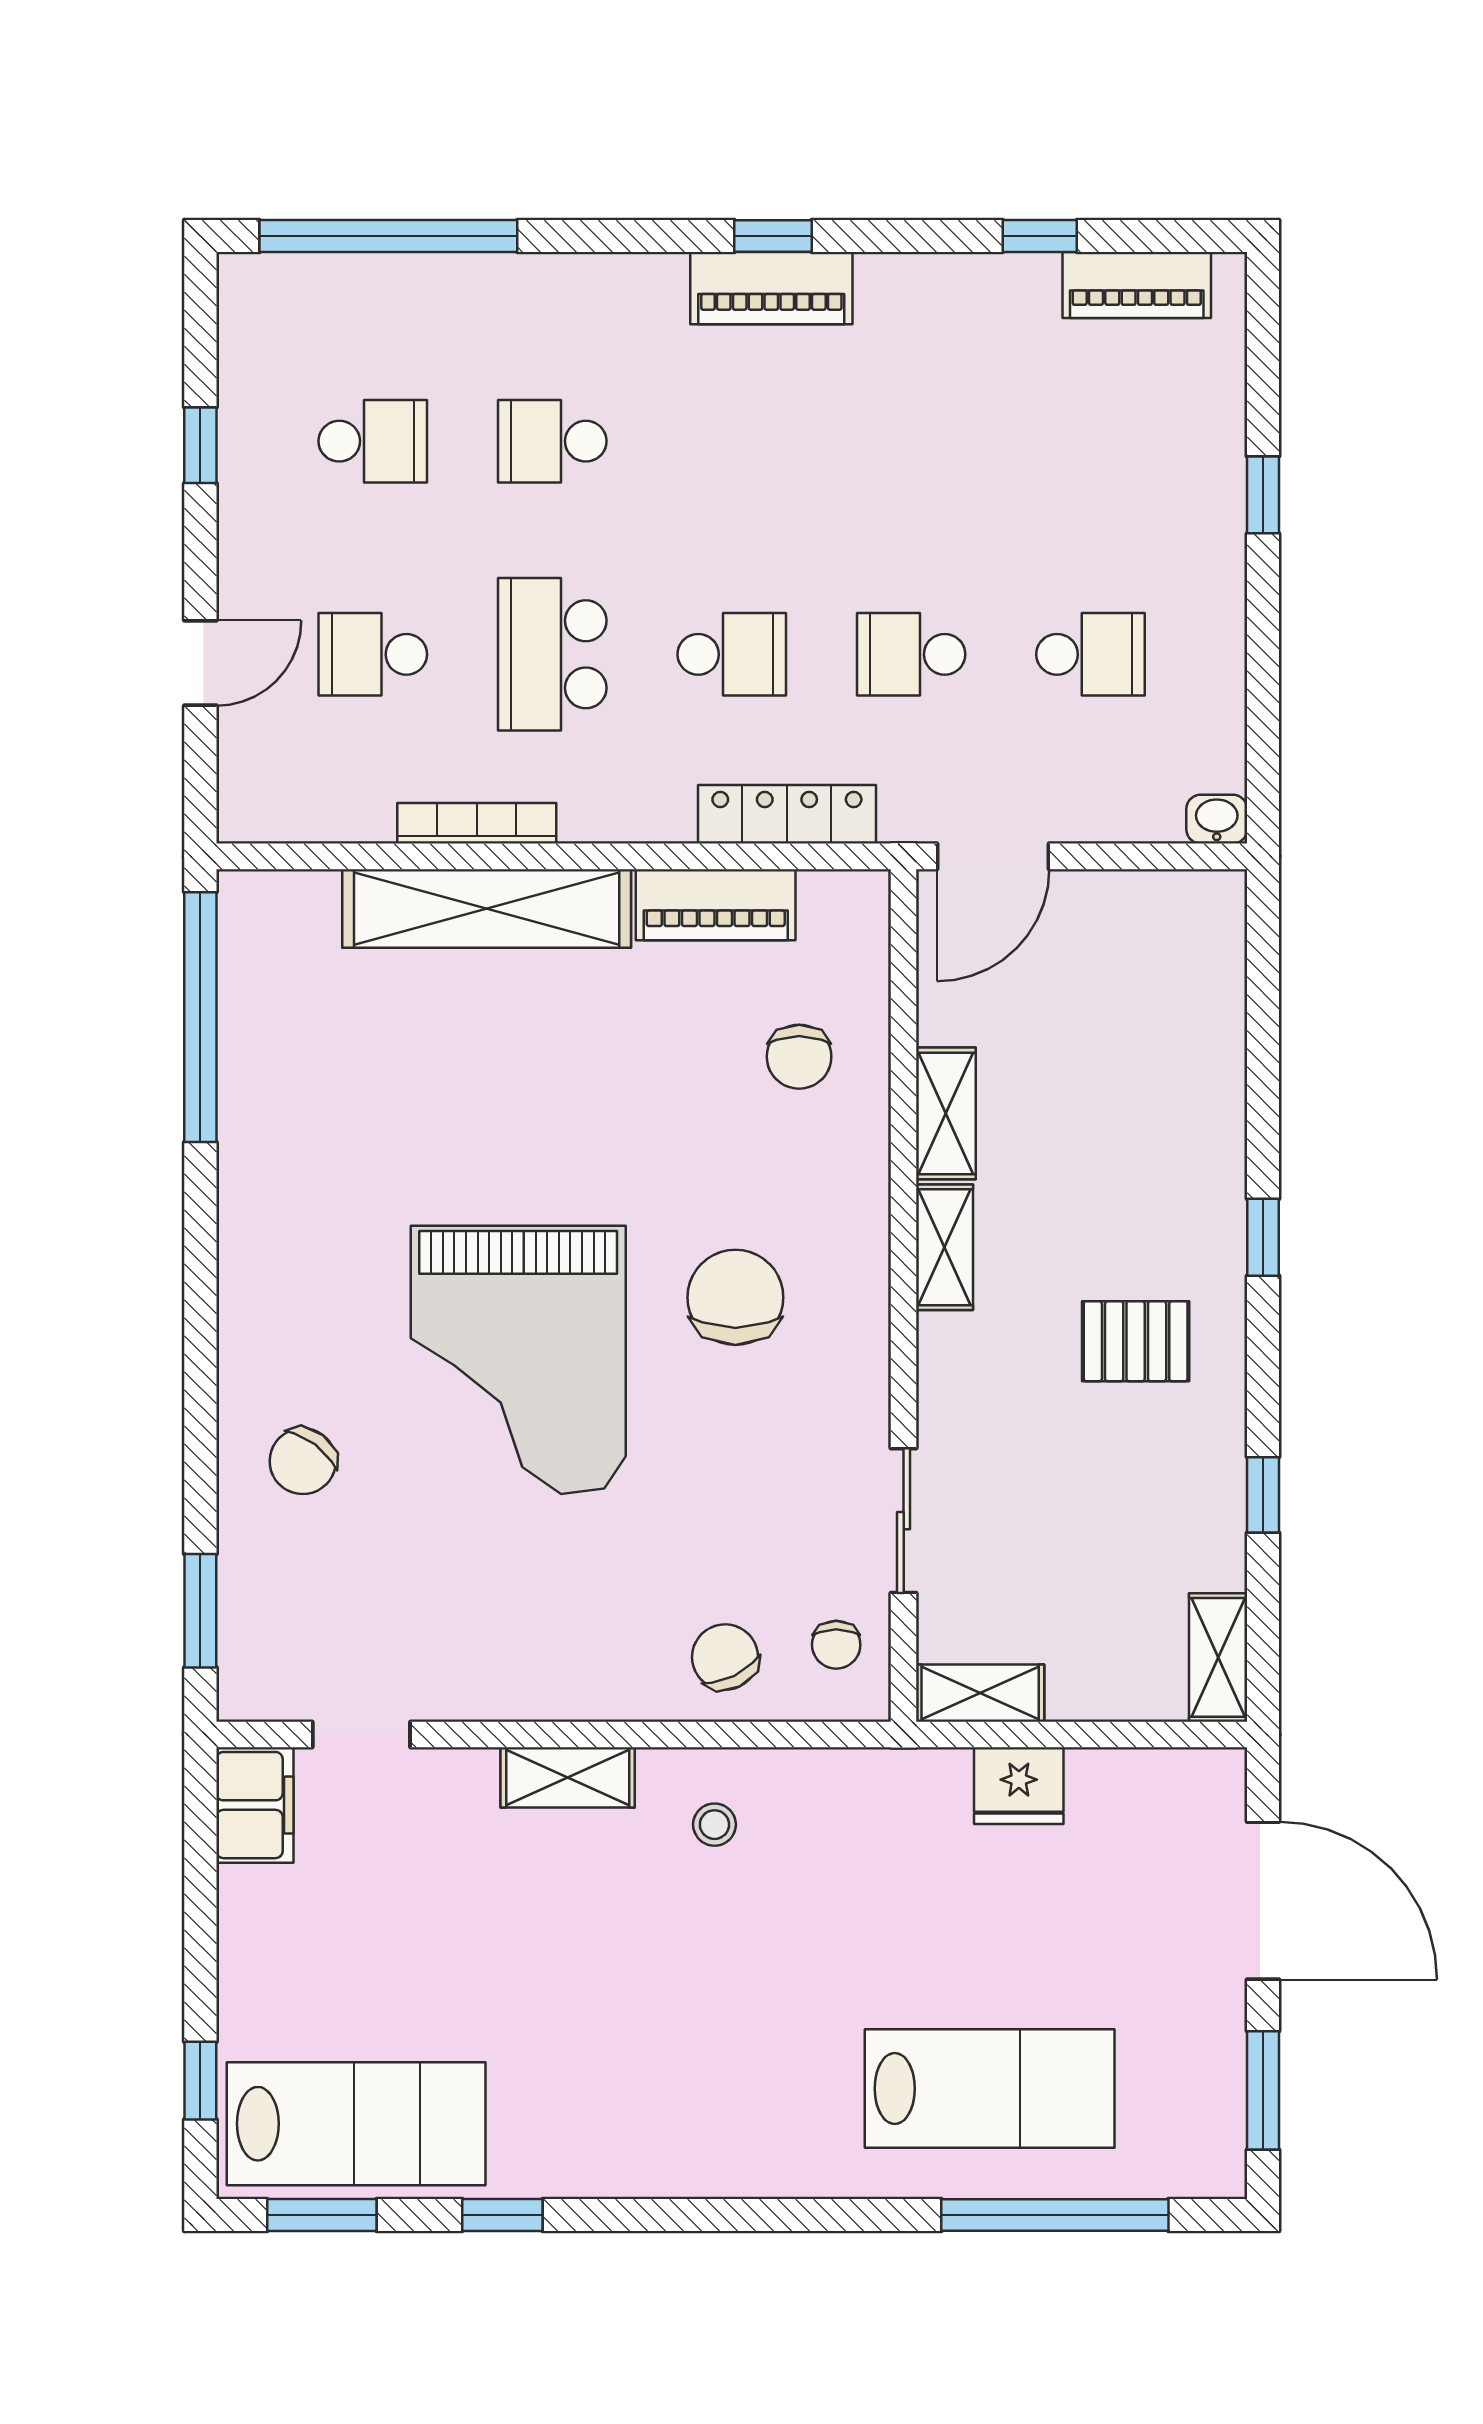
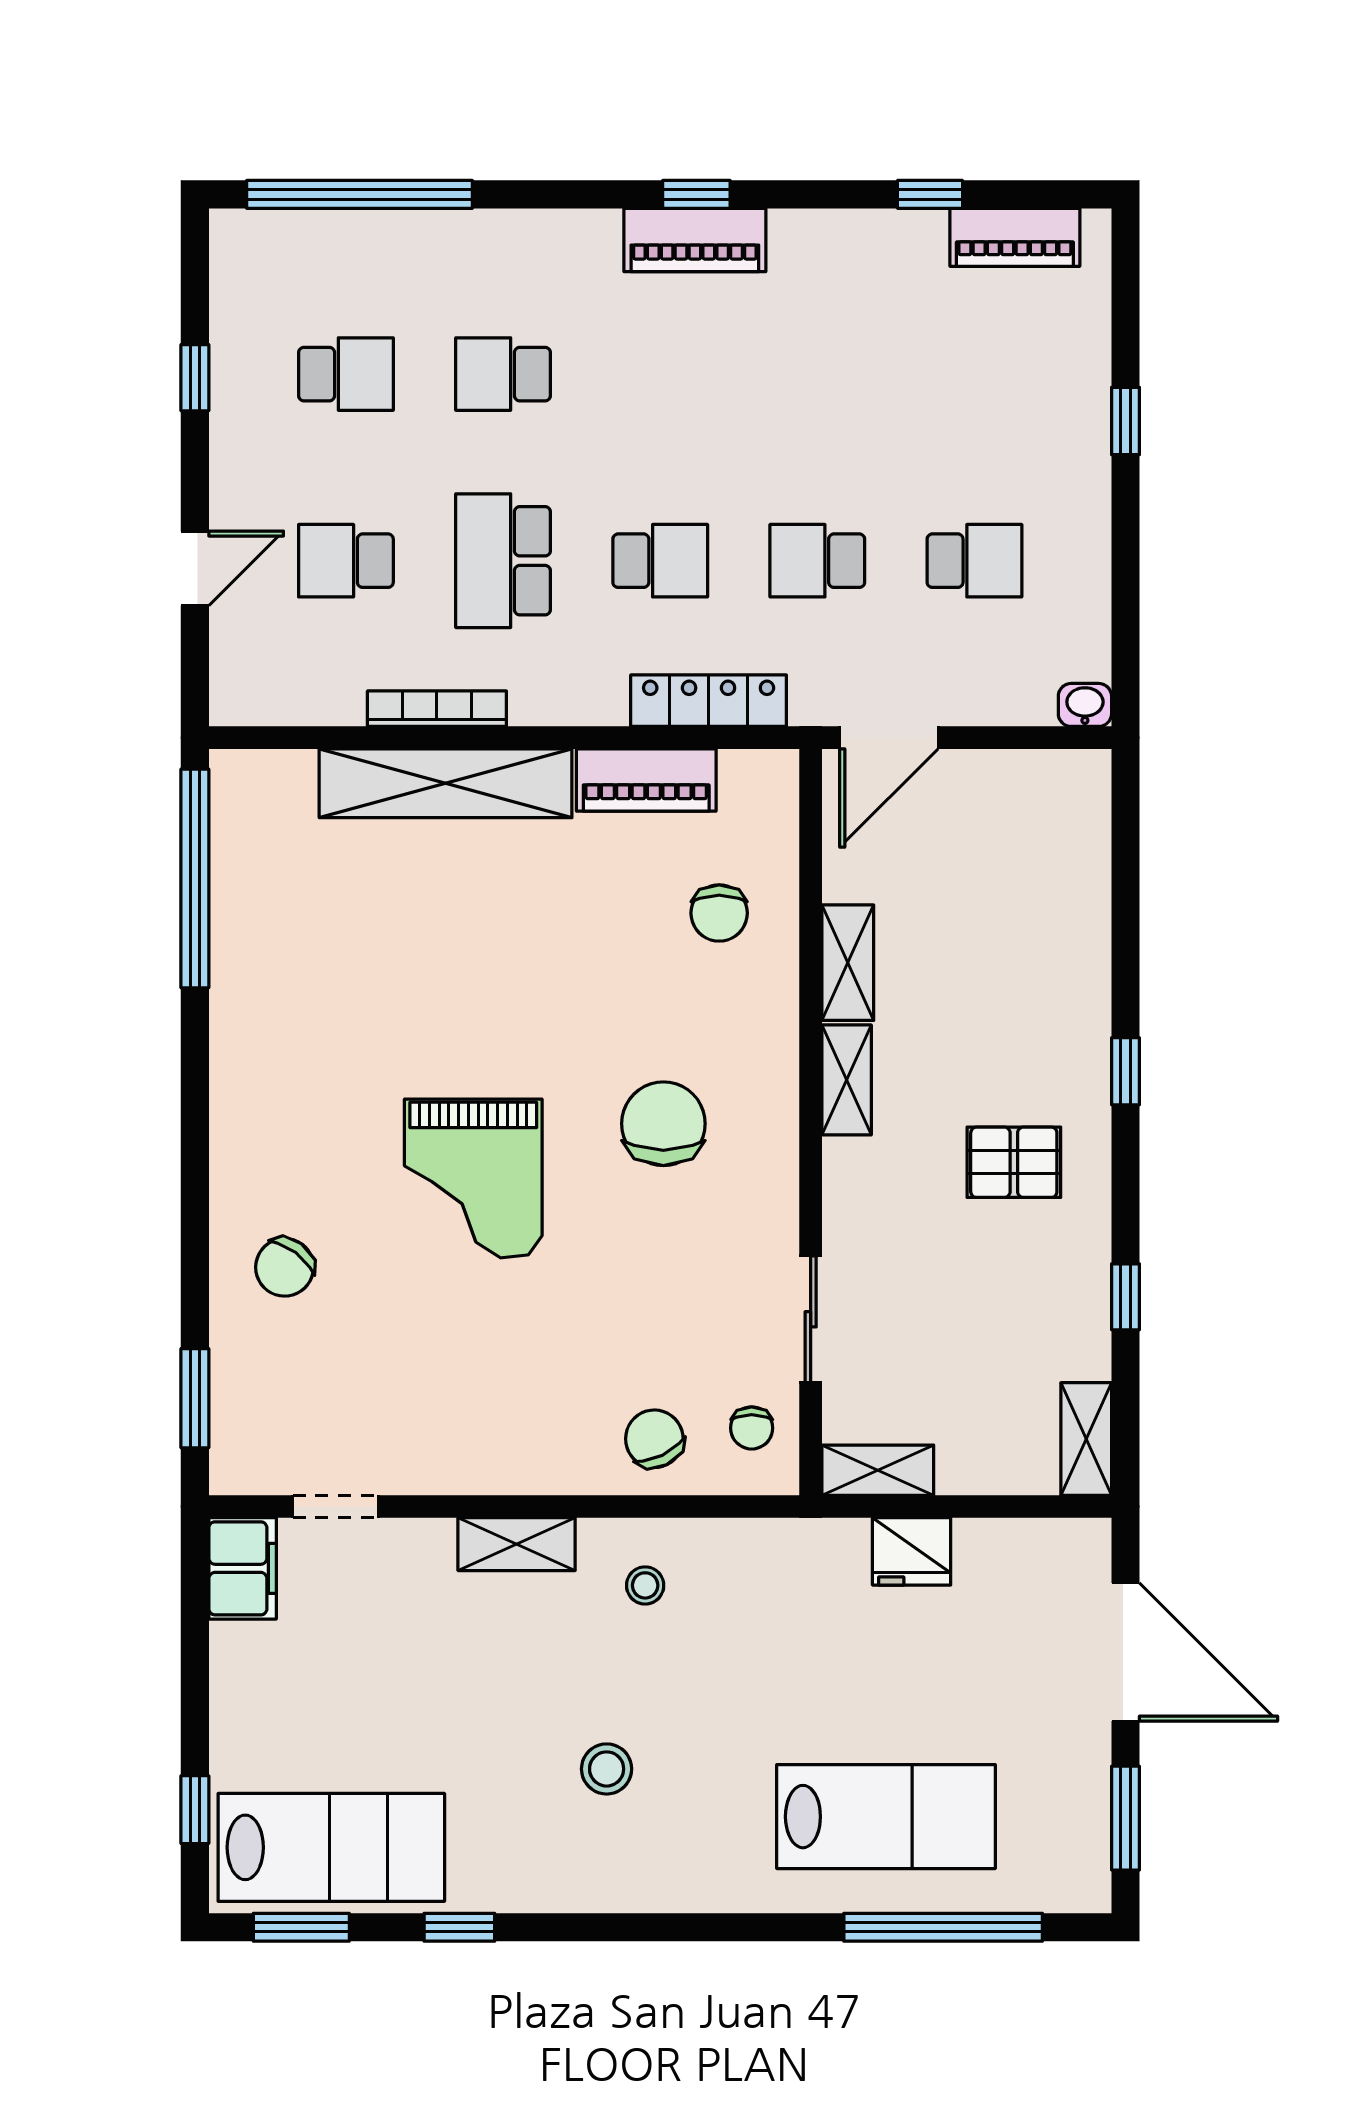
grand piano: (518, 1360) -> (473, 1178), width x0.73, depth x0.68
stool: (670, 2034) -> (607, 1769), added

